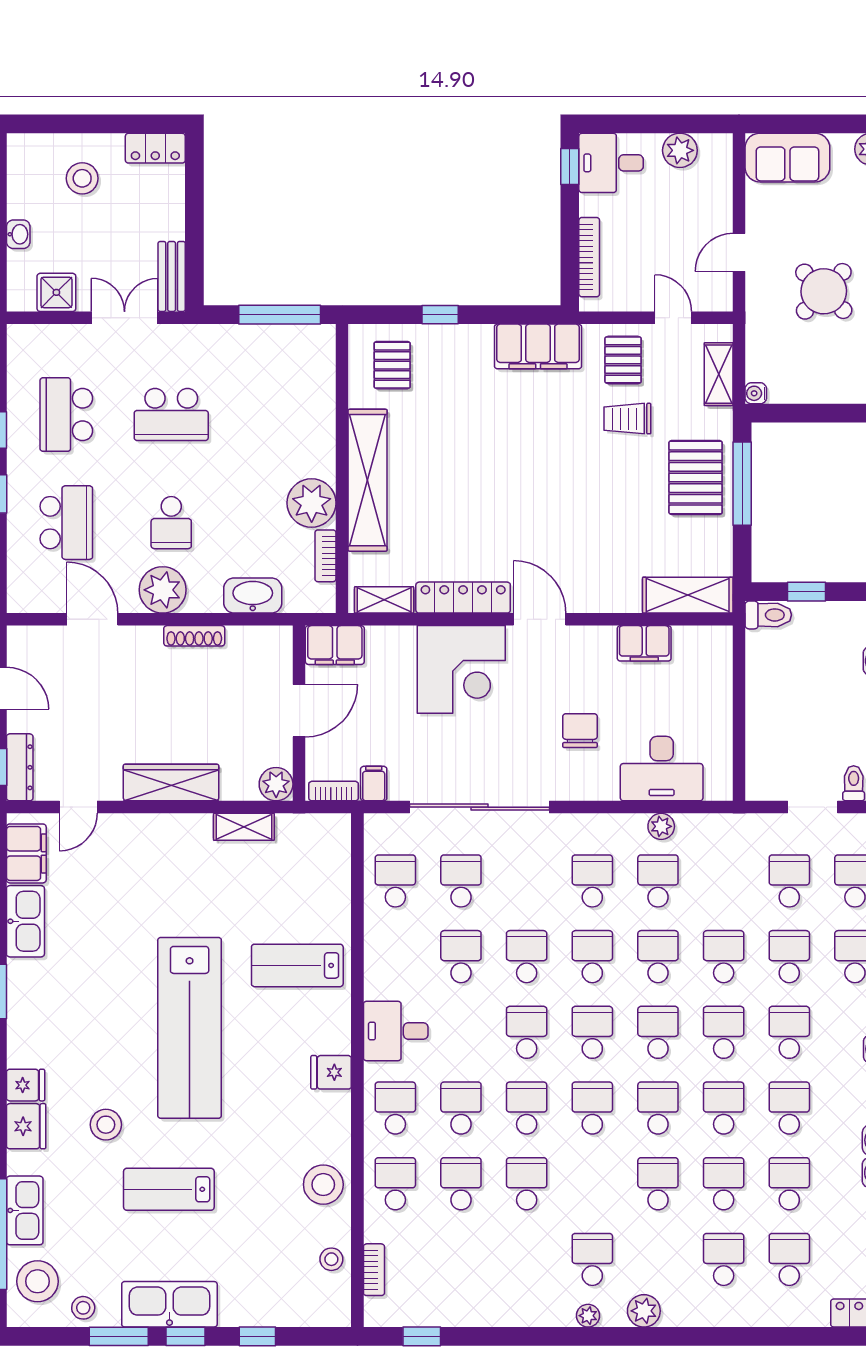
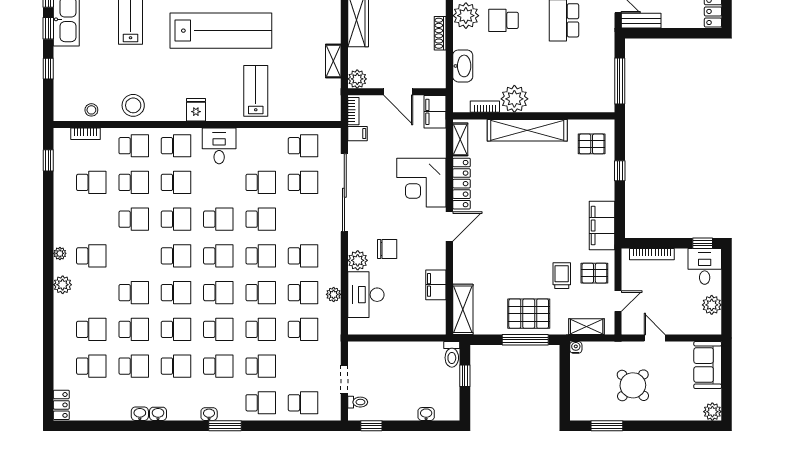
plant: (600, 783) -> (358, 260), added
school desk: (789, 881) -> (303, 329), moved
lab bench: (190, 1028) -> (221, 31), turned 180
school desk: (461, 1259) -> (91, 182), added

